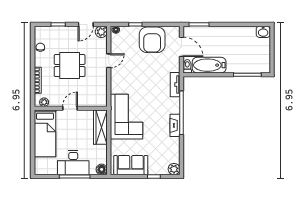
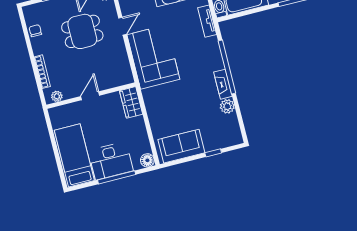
dining table: (70, 65) -> (82, 31), moved
tv unit: (175, 85) -> (207, 21), moved
corner sofa: (126, 117) -> (153, 57), moved
wardrobe: (100, 127) -> (131, 102), width x0.67
bed: (45, 133) -> (74, 155), moved, turned 180
plant: (174, 169) -> (227, 106), moved

